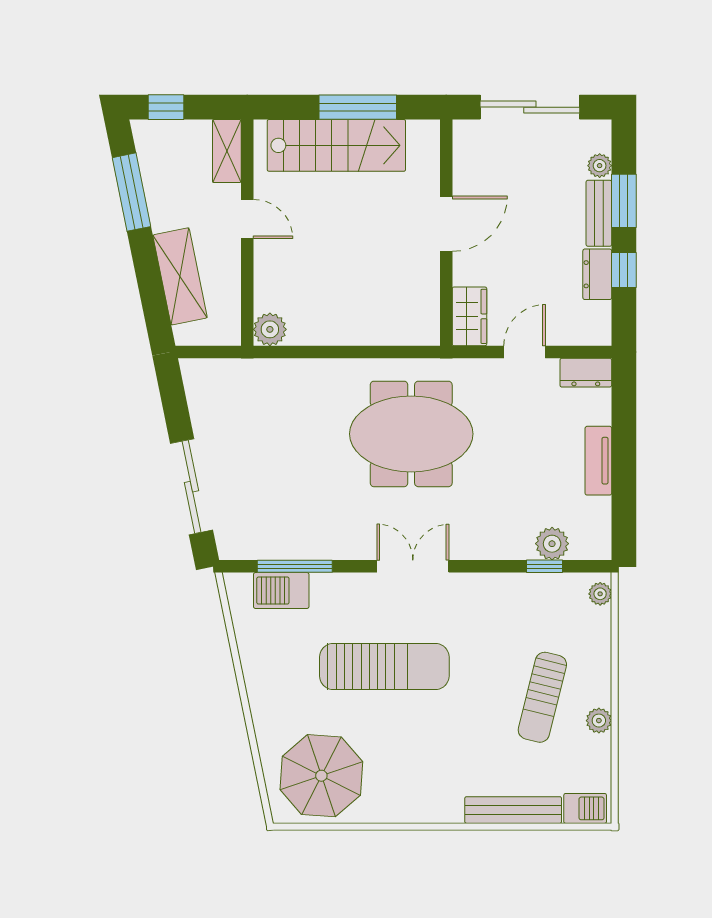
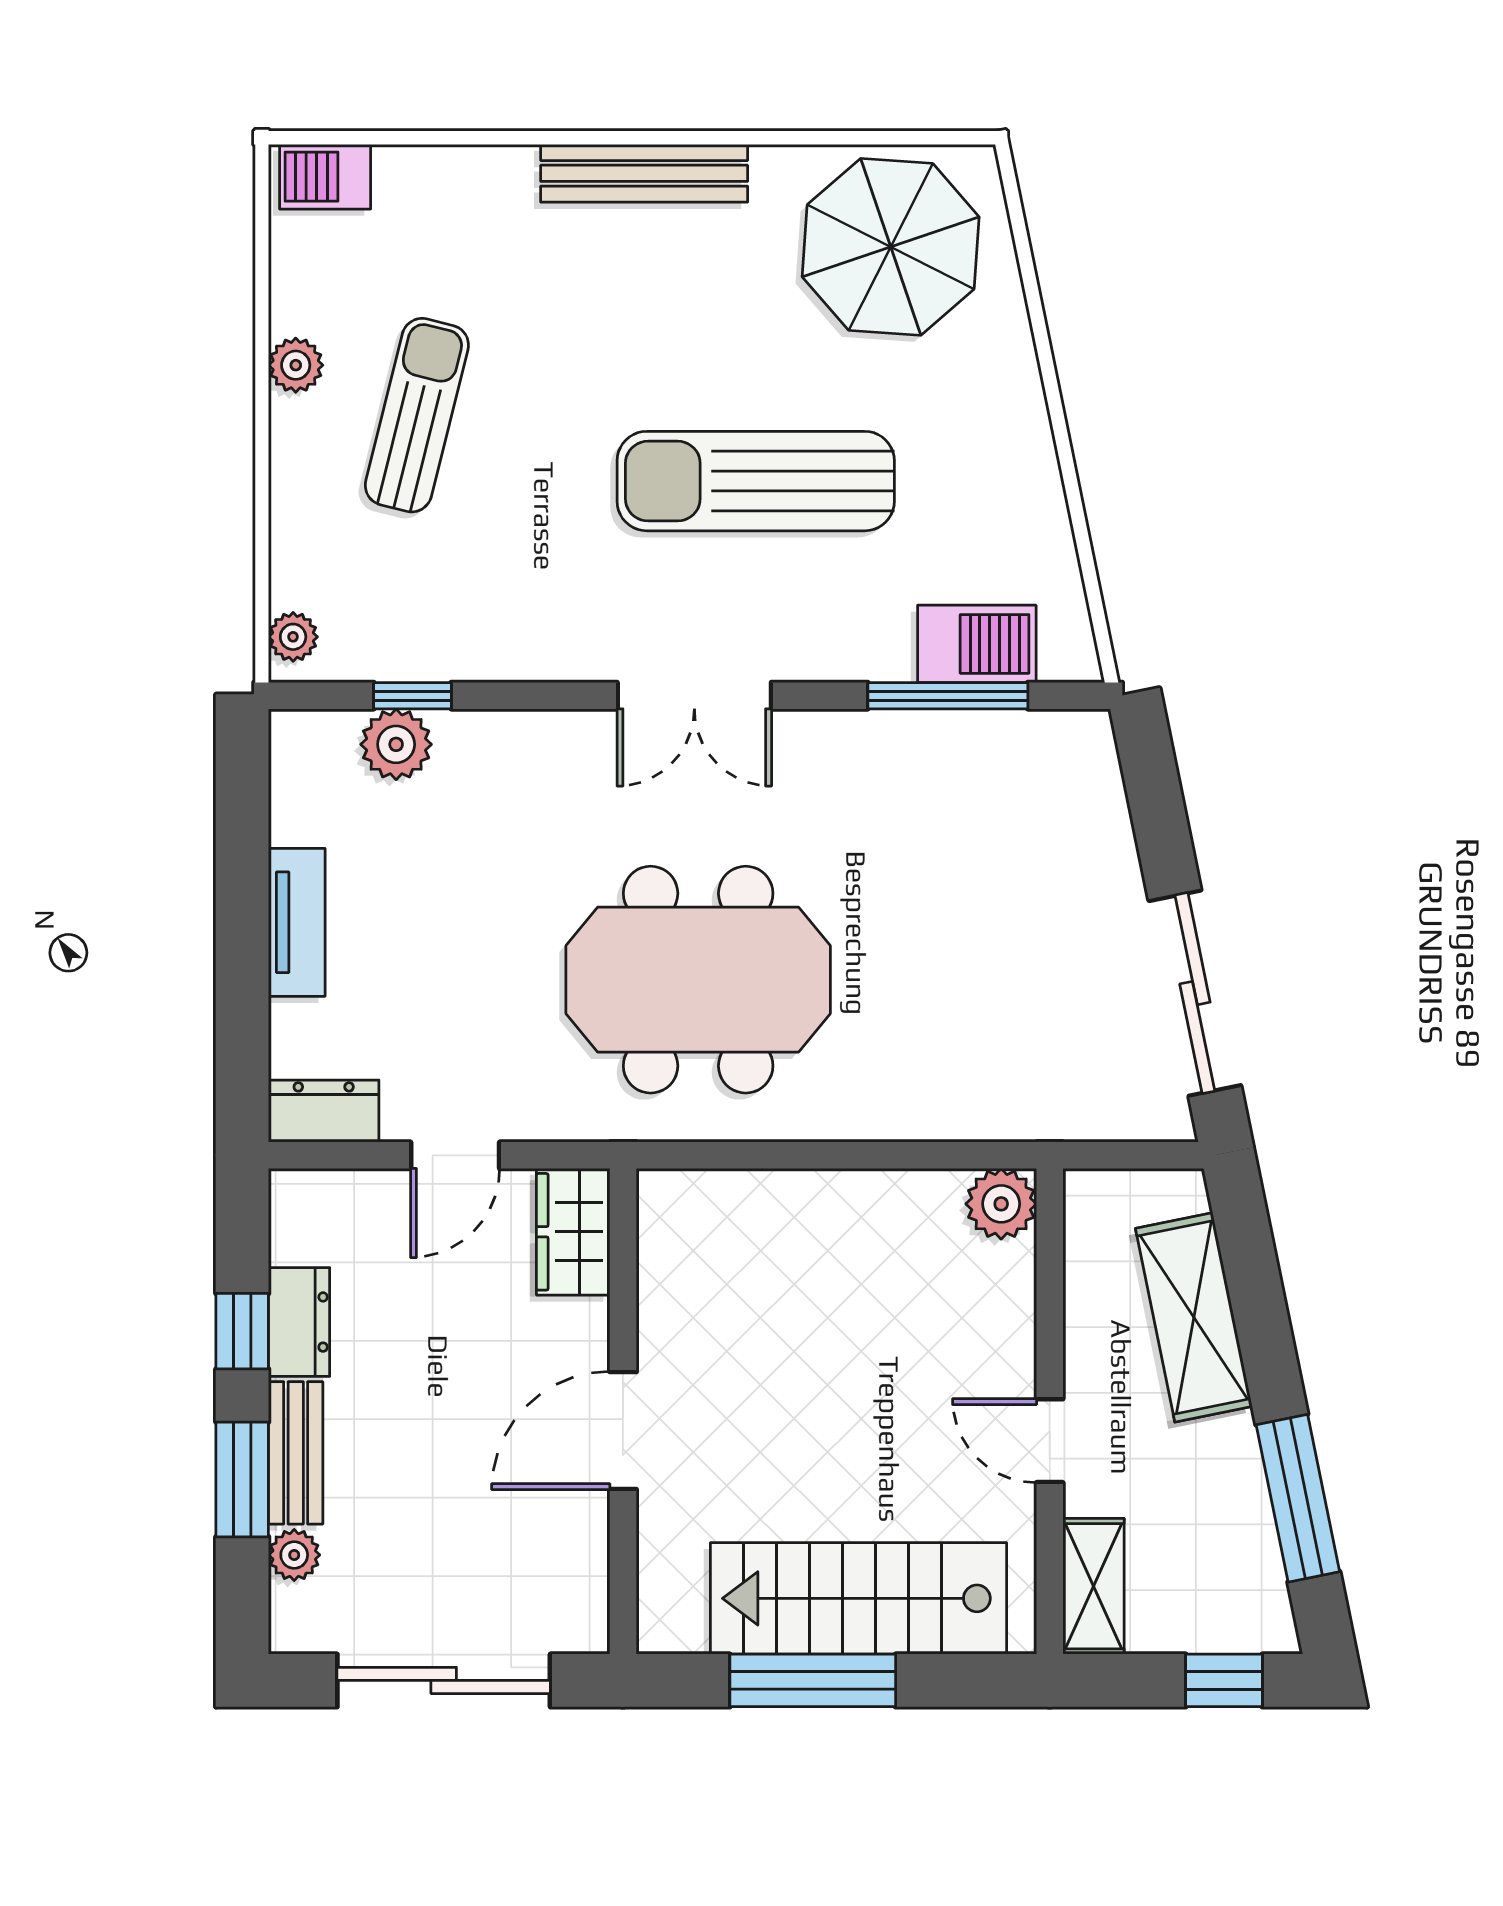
sliding door: (192, 487) -> (1195, 993), moved
bench: (513, 810) -> (644, 173), moved

